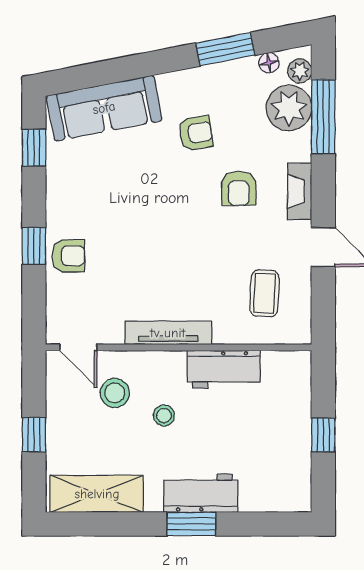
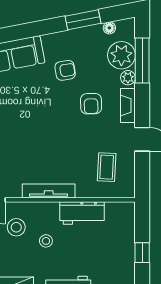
plant: (300, 71) -> (128, 78), moved

